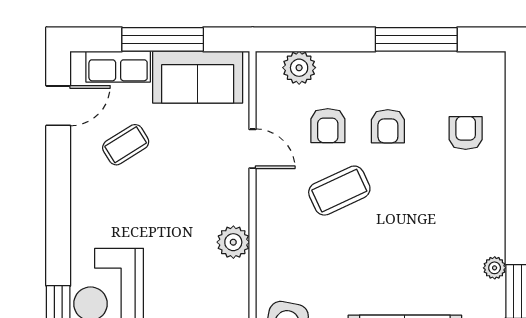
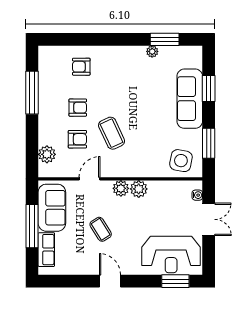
door: (58, 106) -> (110, 281), moved
coffee table: (126, 145) -> (101, 229), moved
plant: (234, 208) -> (121, 188), added

